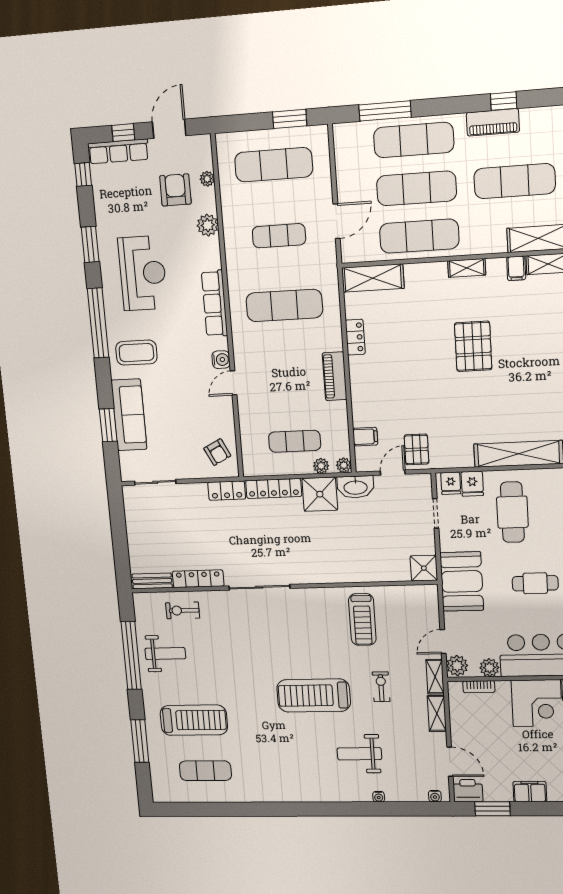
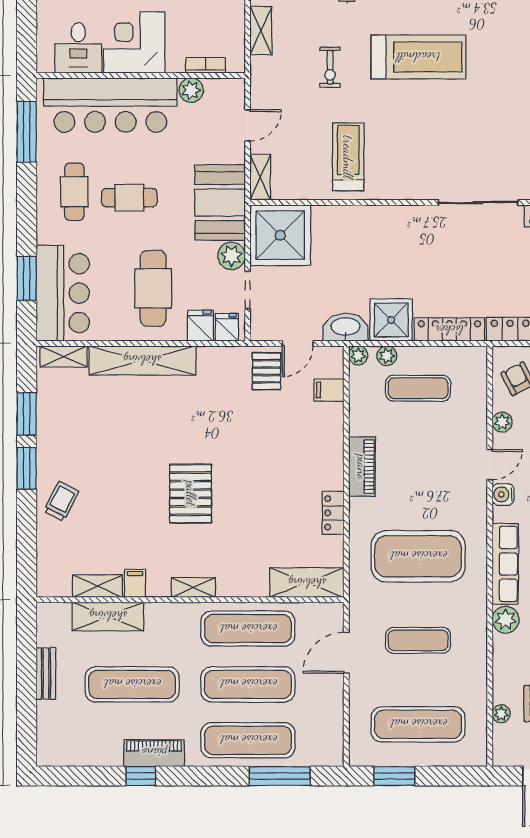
plant: (208, 225) -> (506, 620), moved
exercise mat: (284, 305) -> (418, 556), width x1.47
plant: (227, 417) -> (502, 422), added
shower: (424, 568) -> (280, 235), width x1.86, depth x1.86
plant: (457, 666) -> (232, 256), moved
shelving: (435, 677) -> (260, 177), moved

